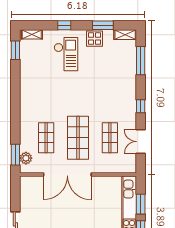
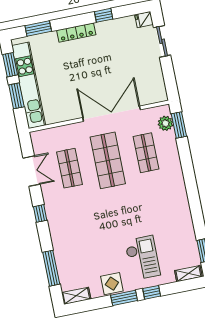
window: (103, 25) -> (124, 298), moved
checkout: (66, 54) -> (142, 258), turned 180

